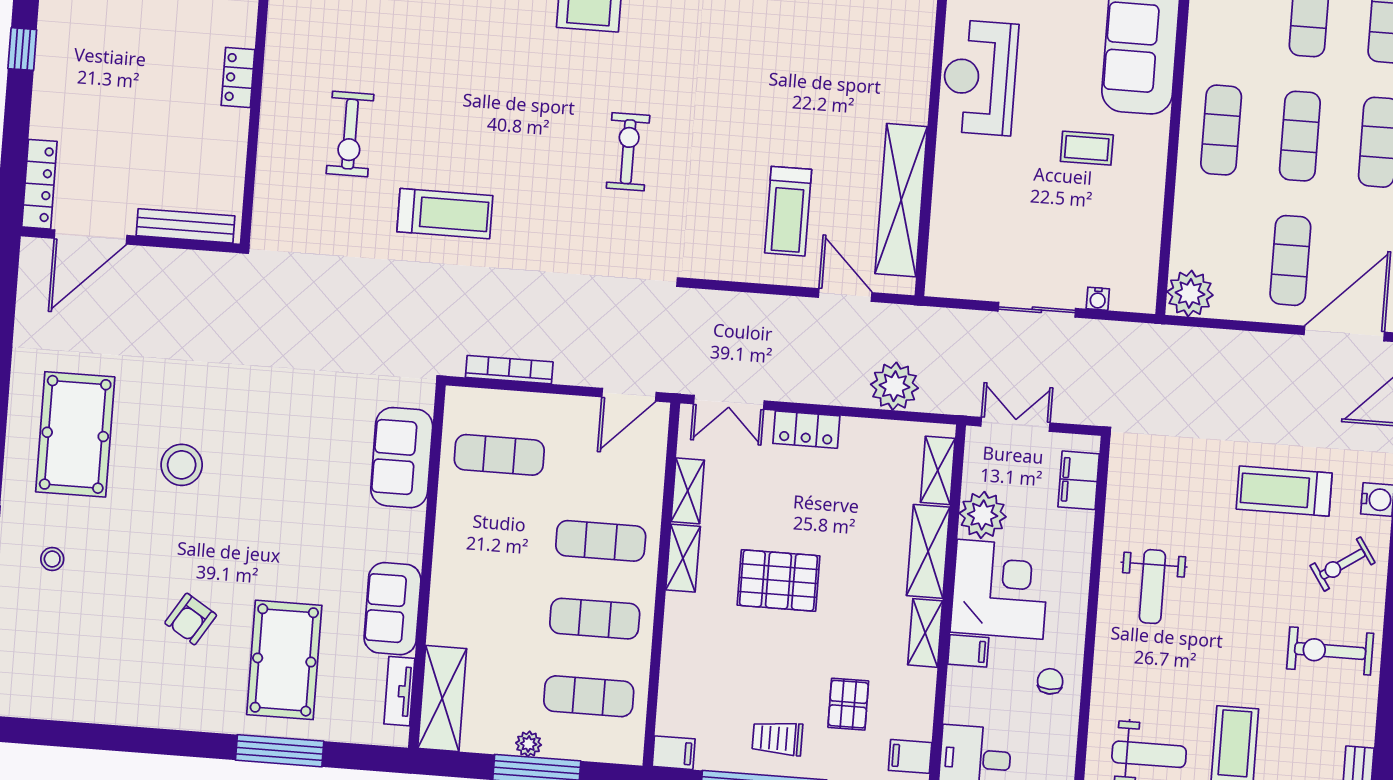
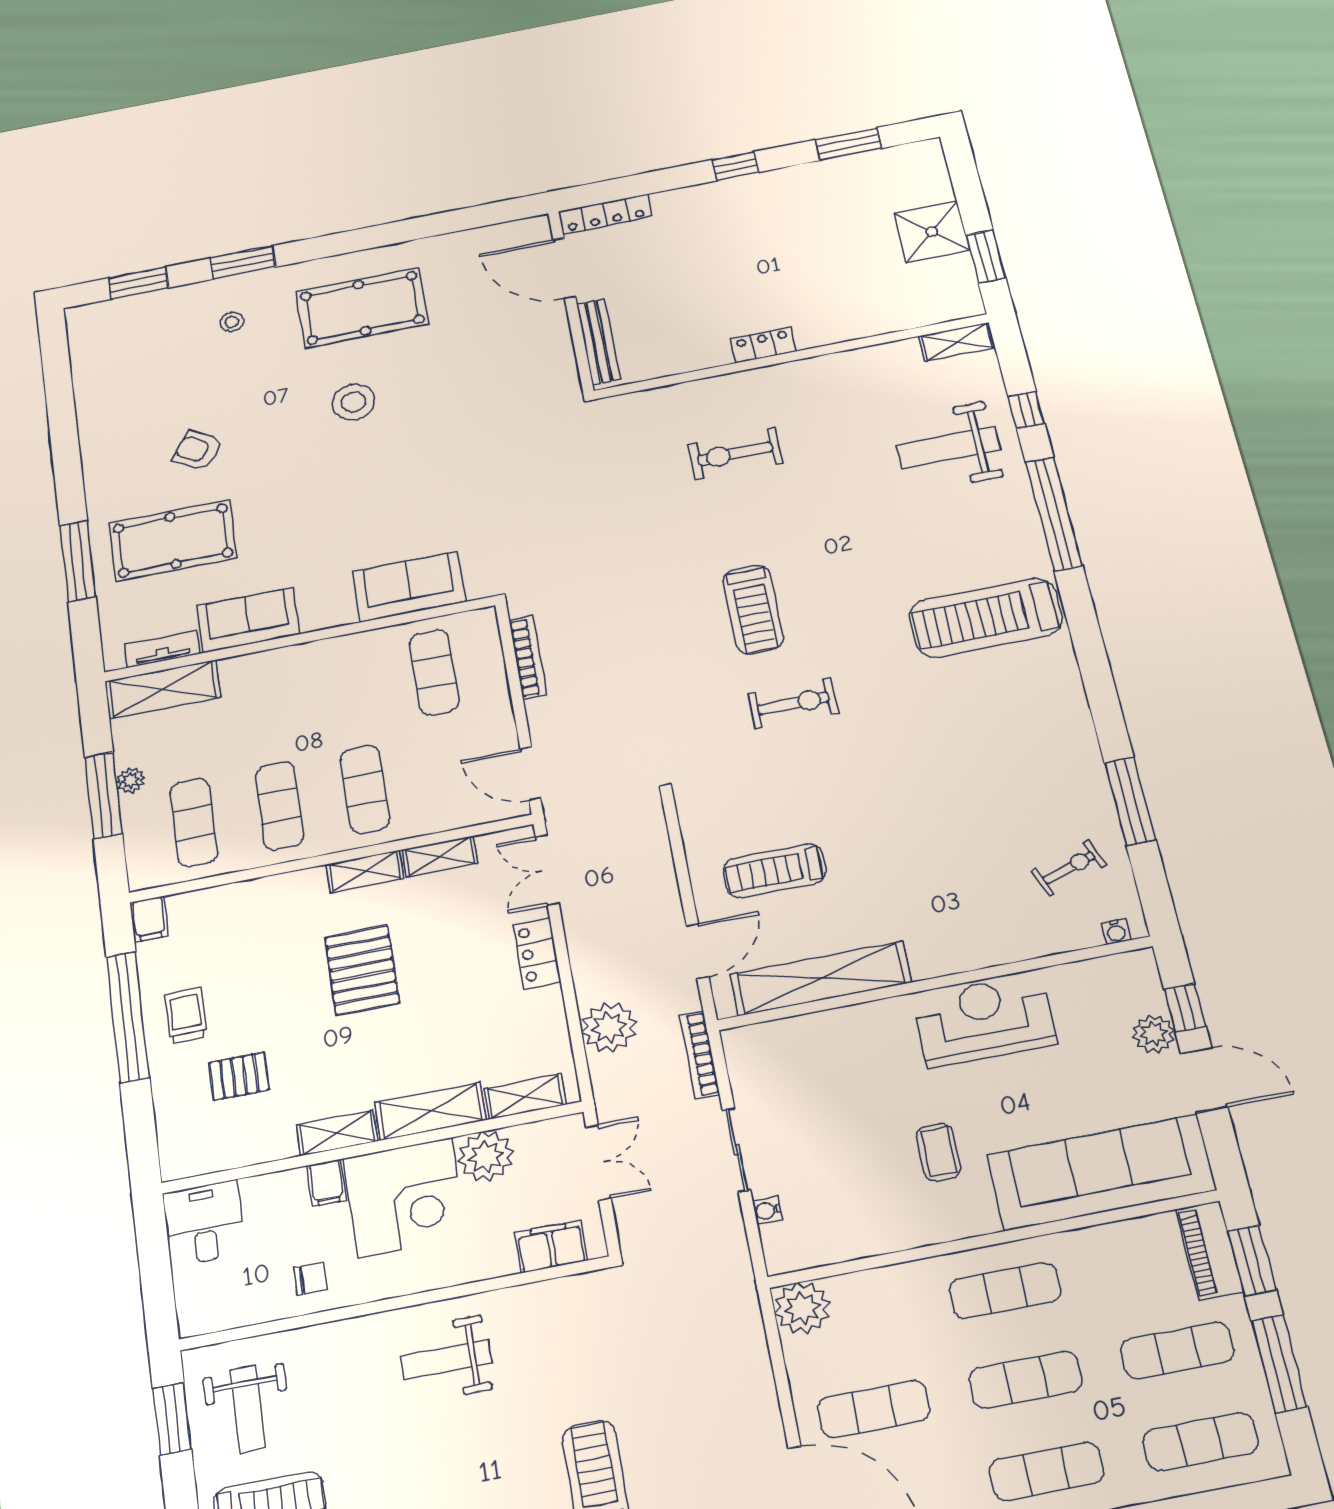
treadmill: (445, 214) -> (753, 610), moved
bookcase: (942, 318) -> (700, 1055), added
filing cabinet: (910, 756) -> (193, 1155), removed

